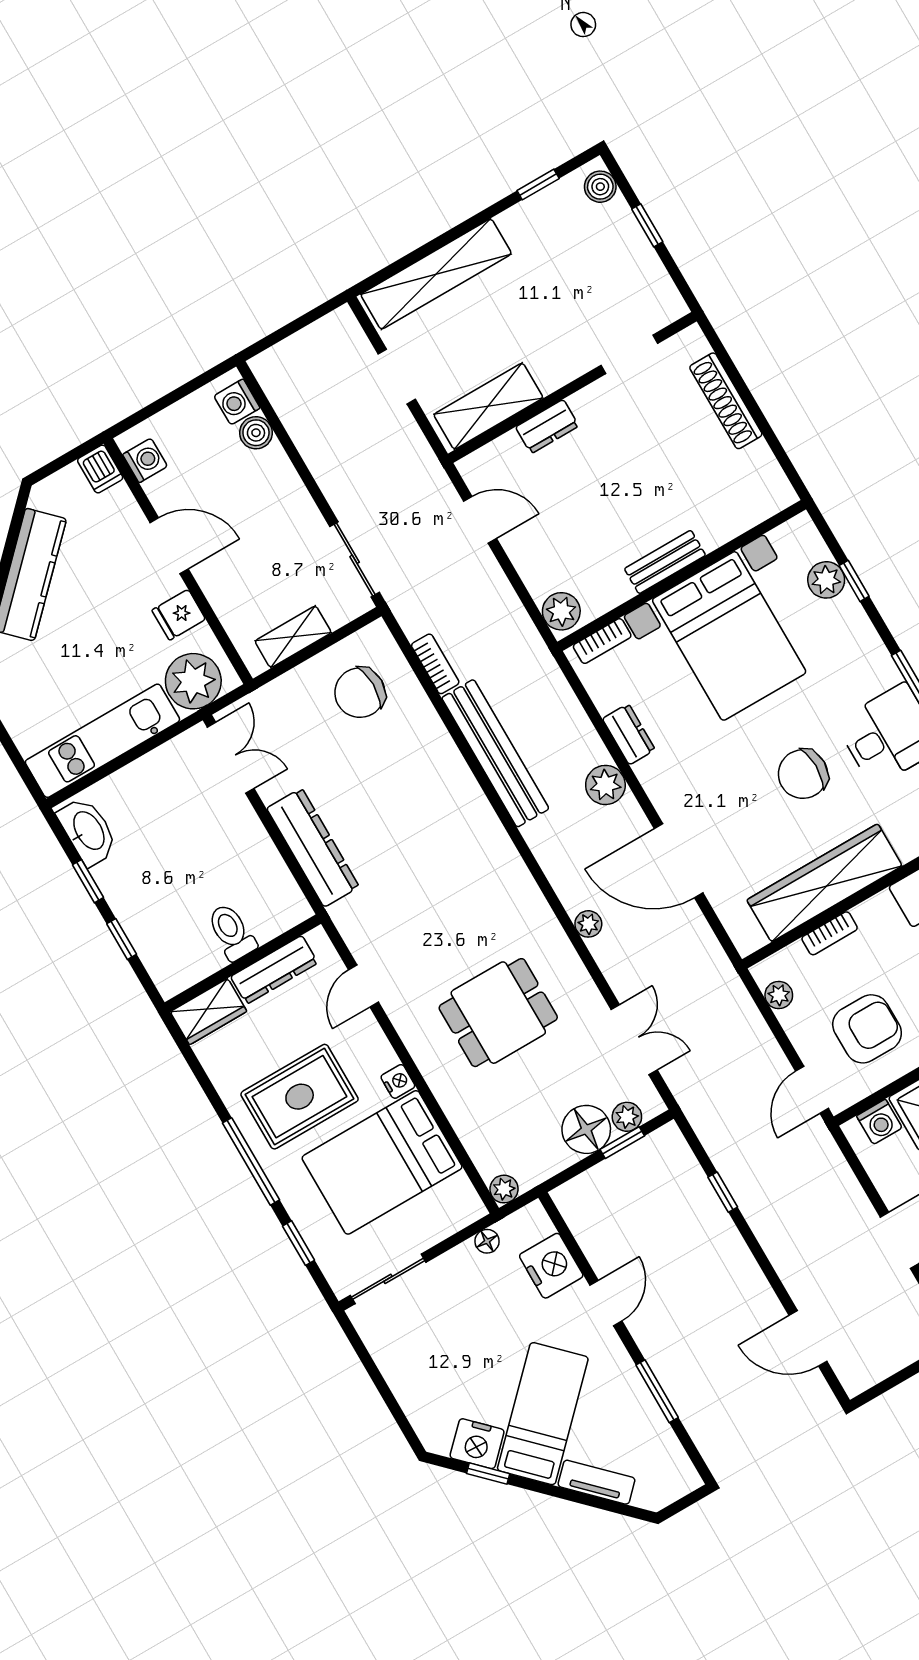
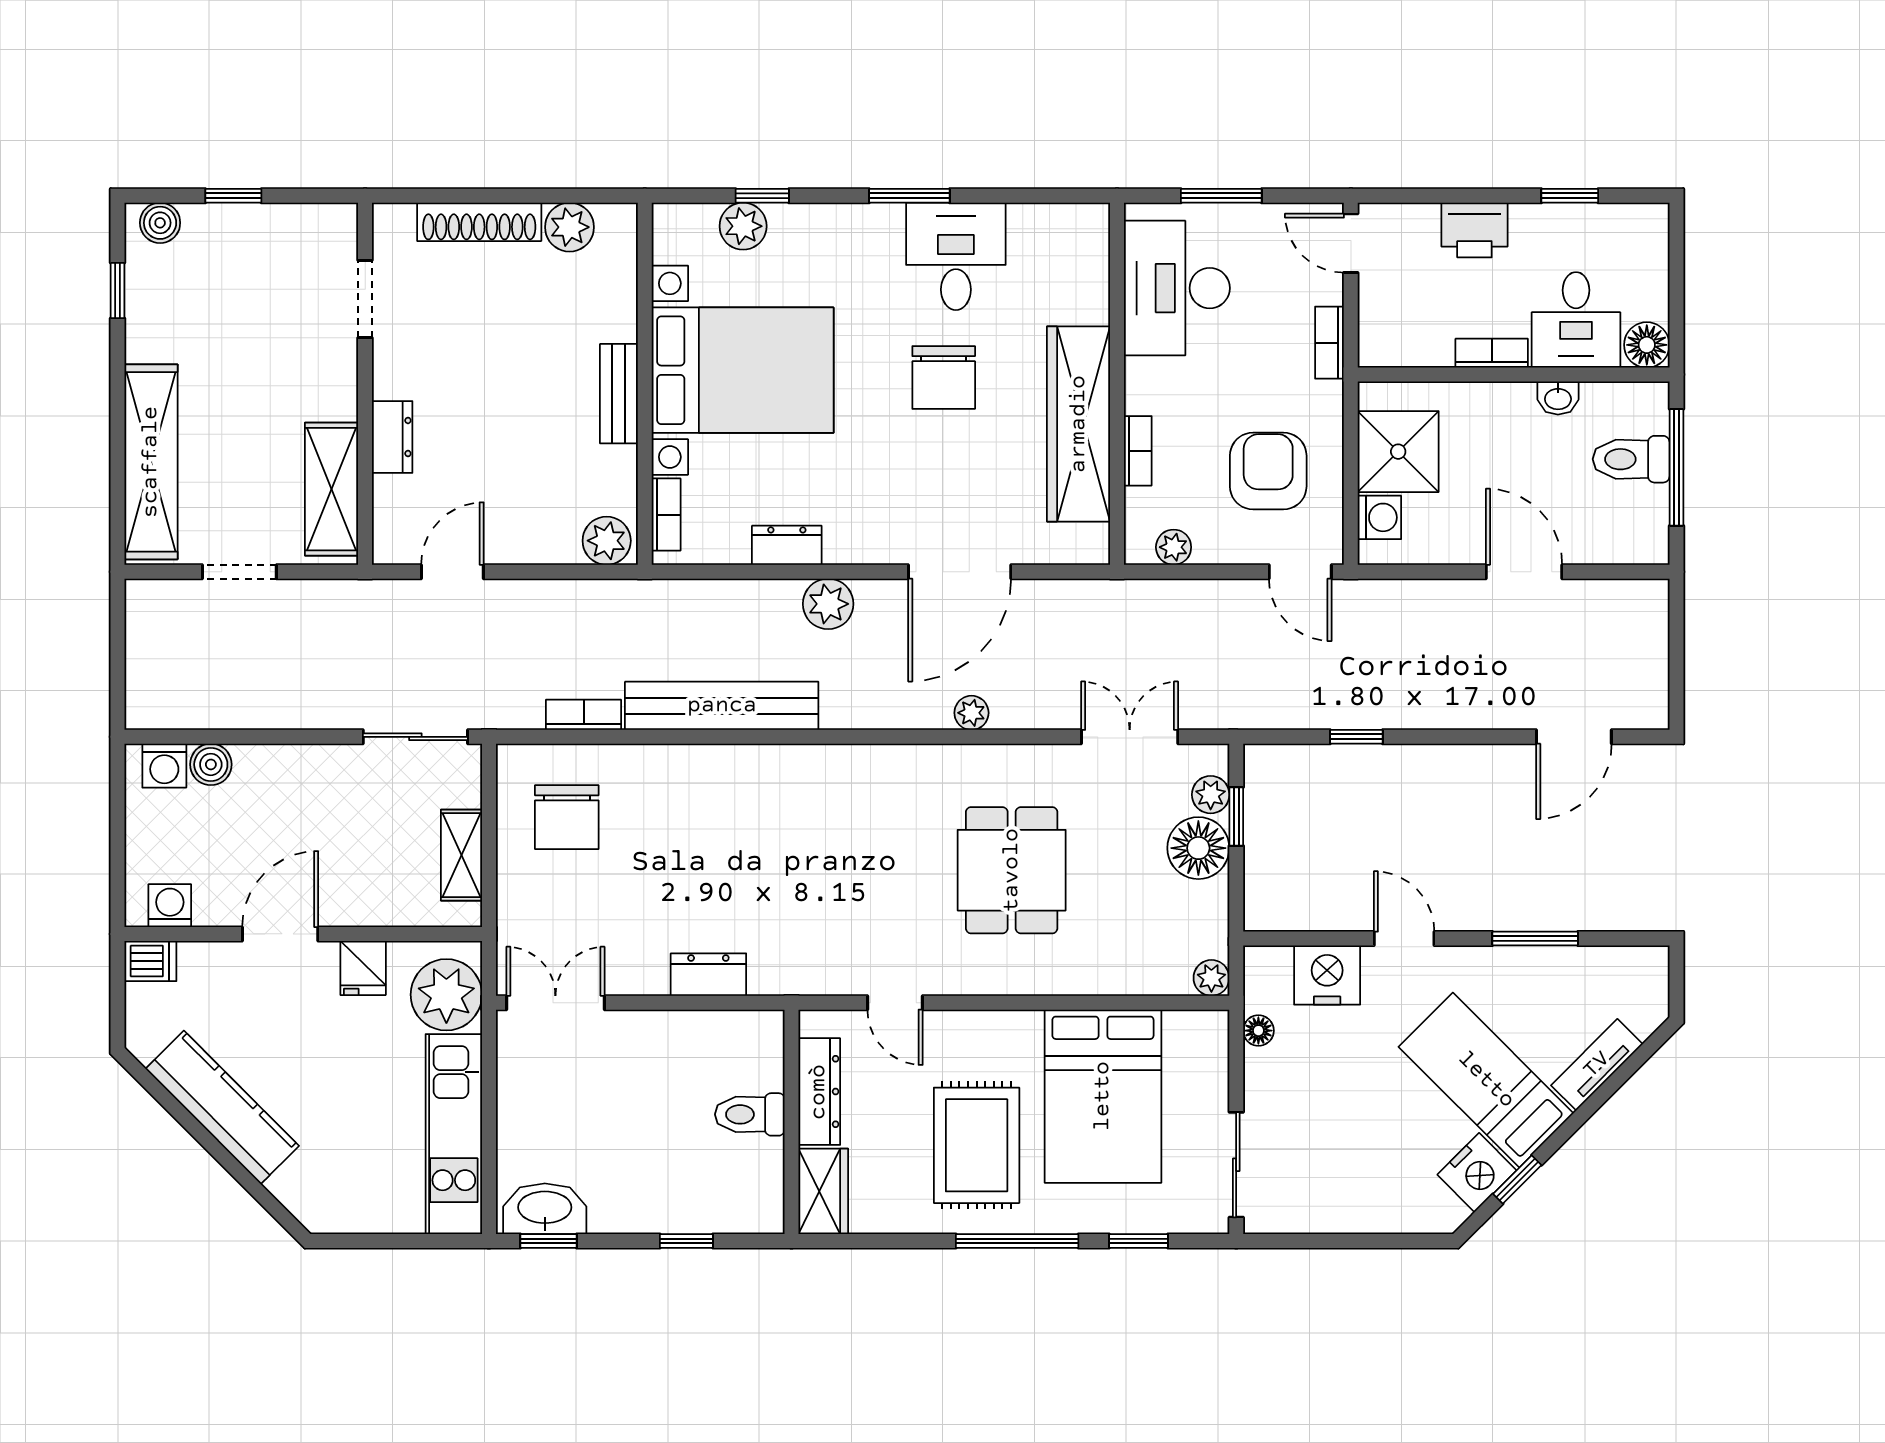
plant: (758, 464) -> (569, 227), added
dresser: (313, 847) -> (708, 975), width x0.51, depth x0.80
window: (88, 881) -> (549, 1241), moved
nightstand: (398, 1081) -> (1023, 1026), removed

